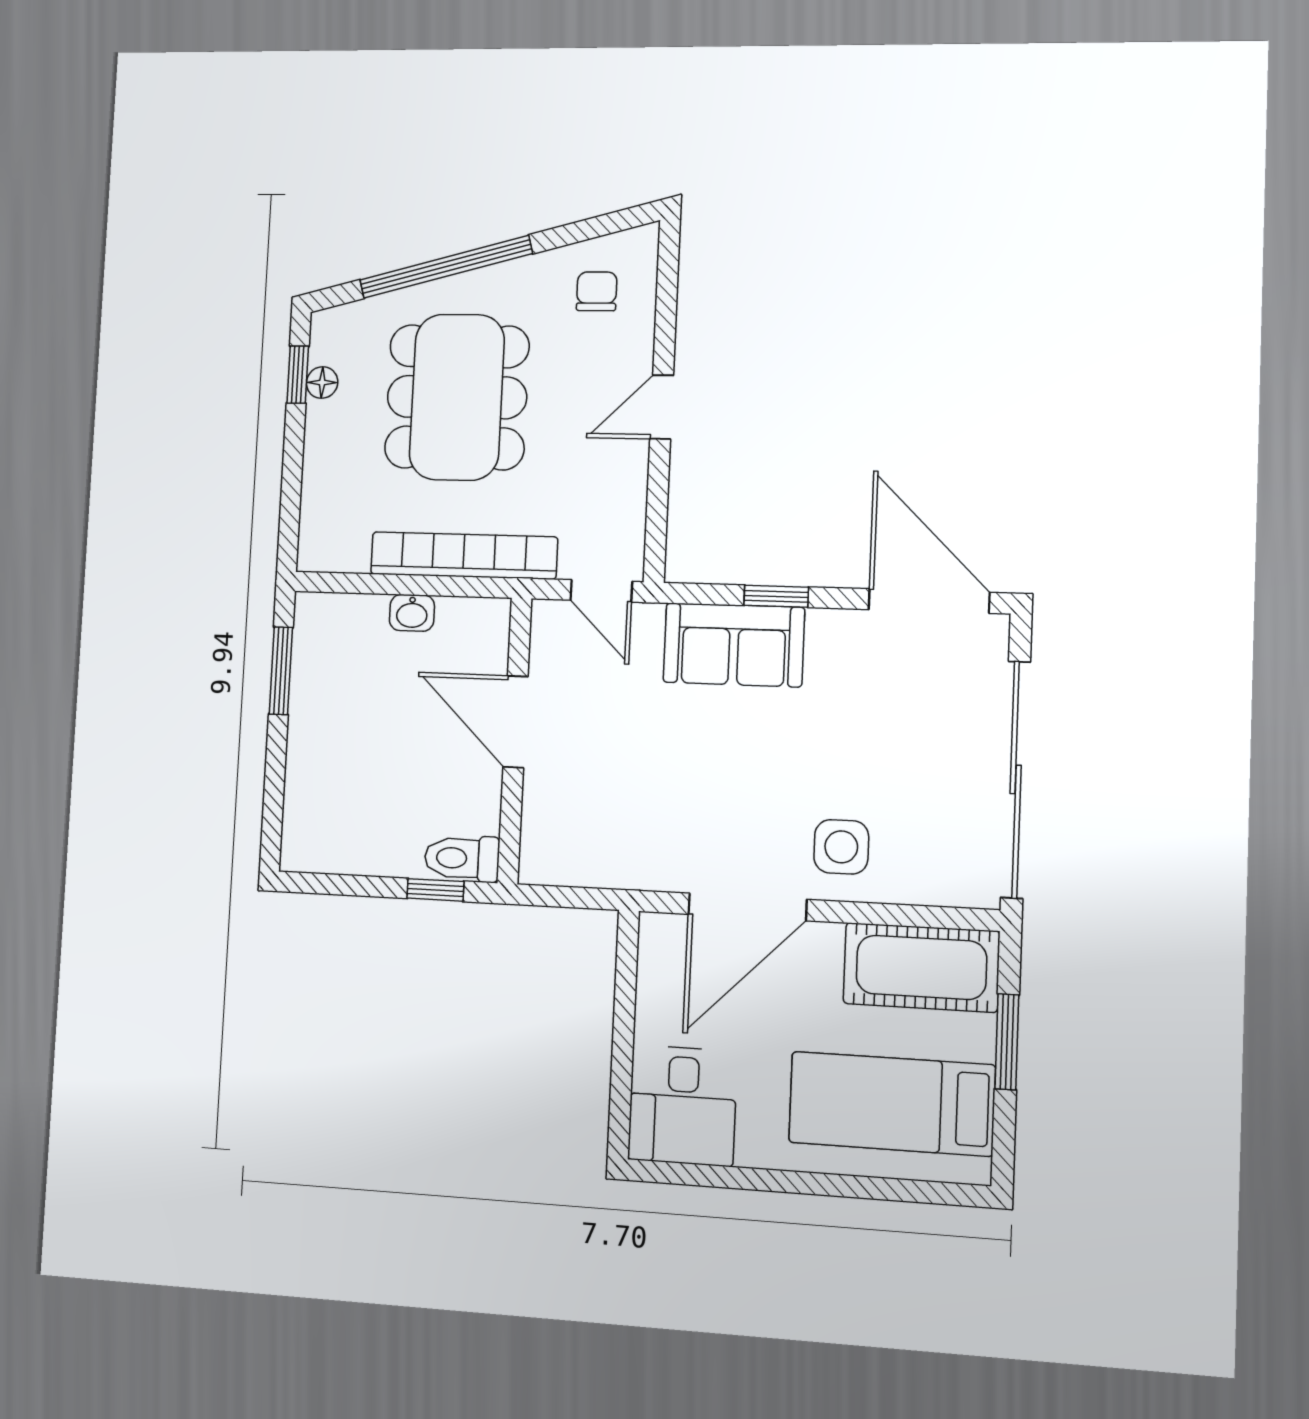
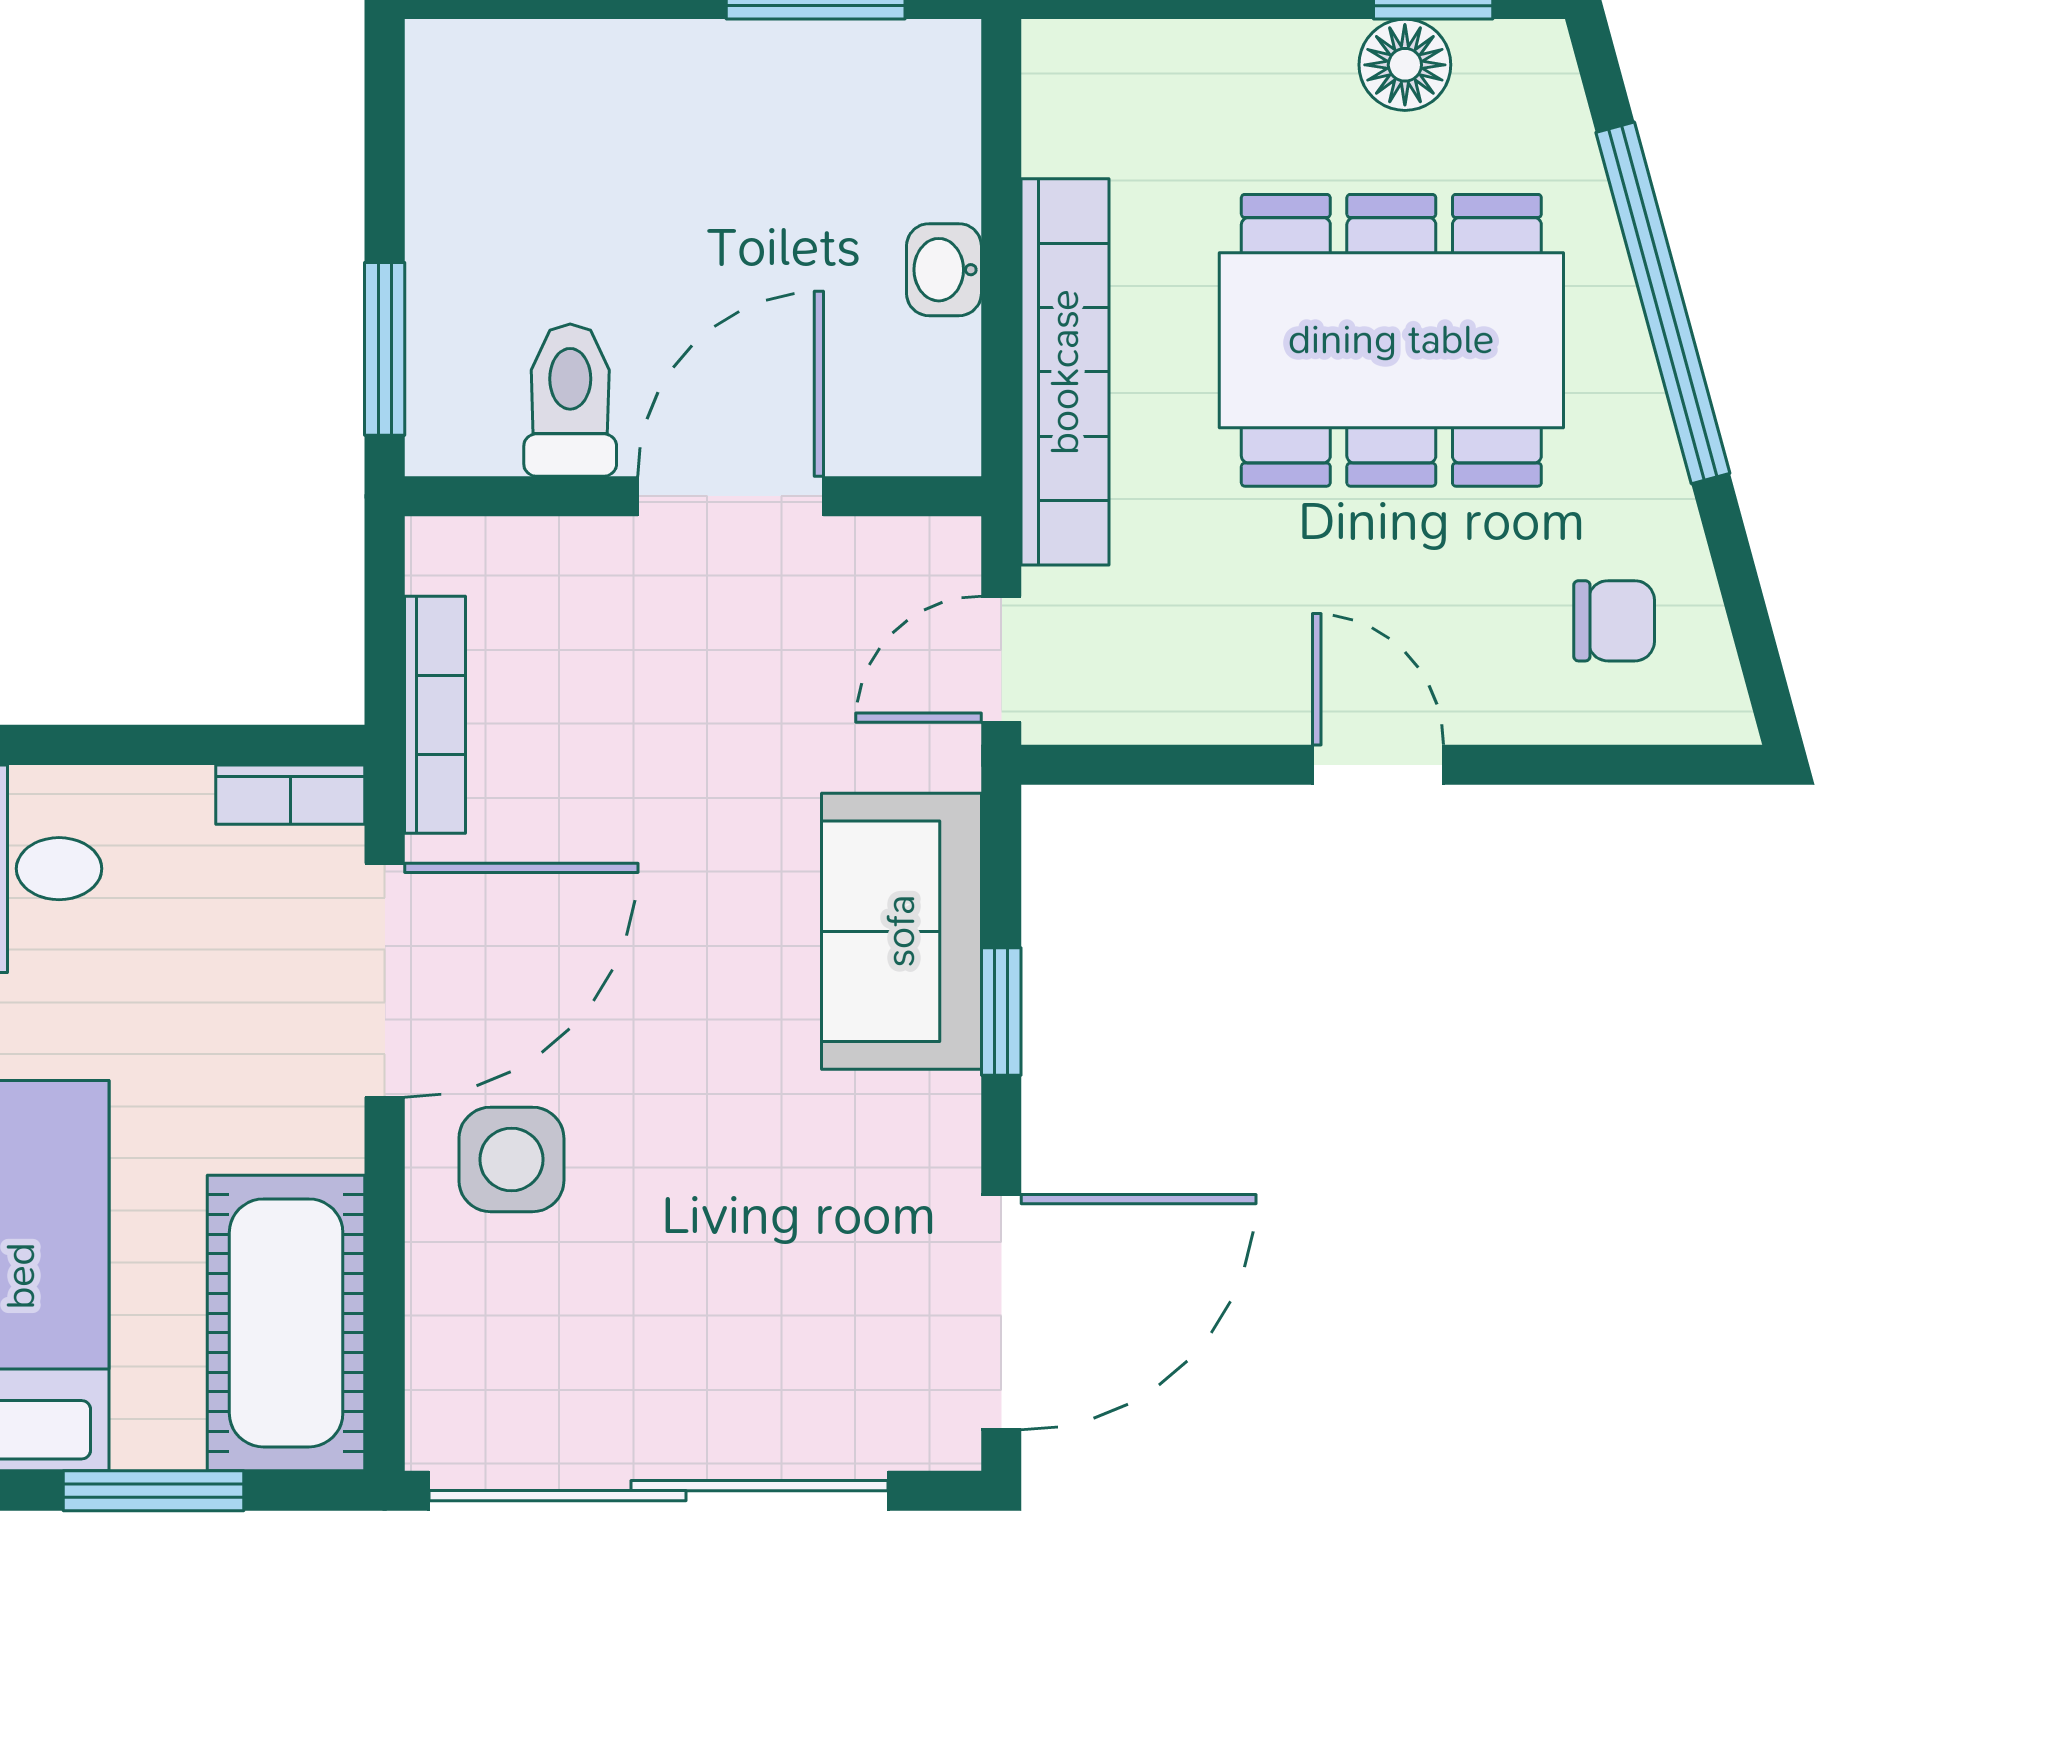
floor lamp: (322, 382) -> (1405, 65), width x1.37, depth x1.37
toilet: (462, 858) -> (570, 400), moved
bookcase: (616, 874) -> (435, 715), added
window: (435, 890) -> (385, 349), width x1.50
door: (747, 907) -> (385, 980), swing flipped
bookcase: (652, 950) -> (290, 795), added

